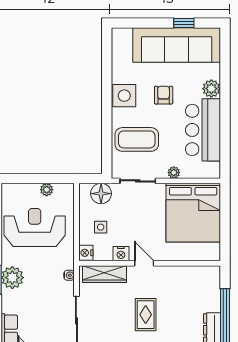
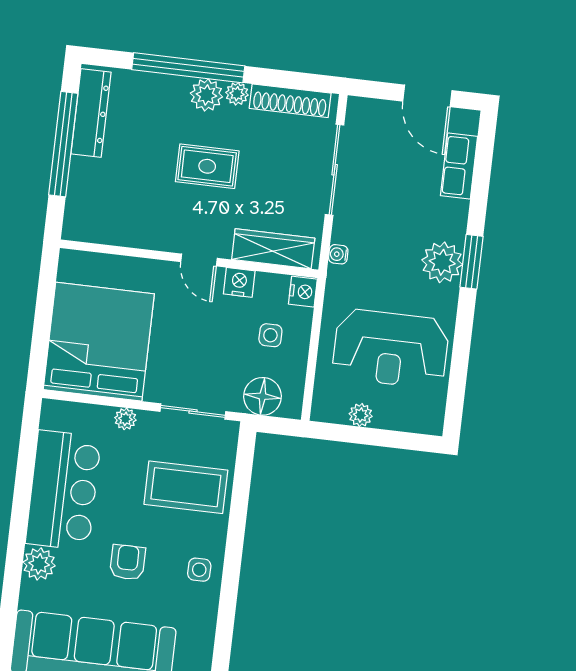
armchair: (164, 95) -> (128, 562), turned 180
side table: (124, 96) -> (199, 570), width x0.54, depth x0.54
rug: (146, 315) -> (207, 166), turned 90

